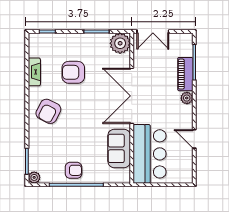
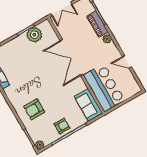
plant: (120, 43) -> (34, 35), moved
armchair: (73, 72) -> (26, 64), removed
armchair: (48, 111) -> (34, 109), moved, turned 63
sofa: (119, 148) -> (88, 105), moved

